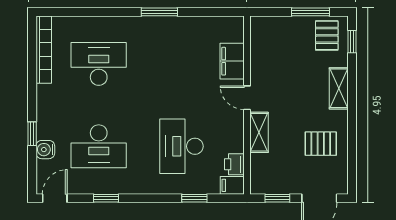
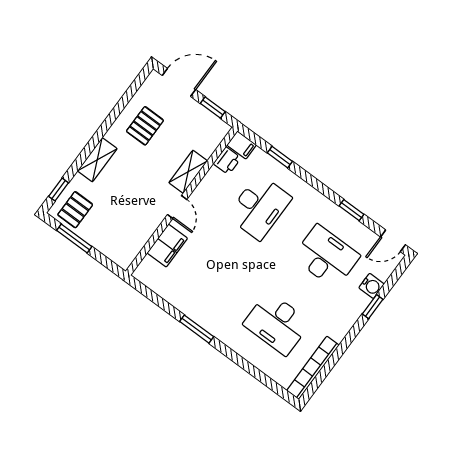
pallet: (321, 144) -> (145, 126), turned 90

